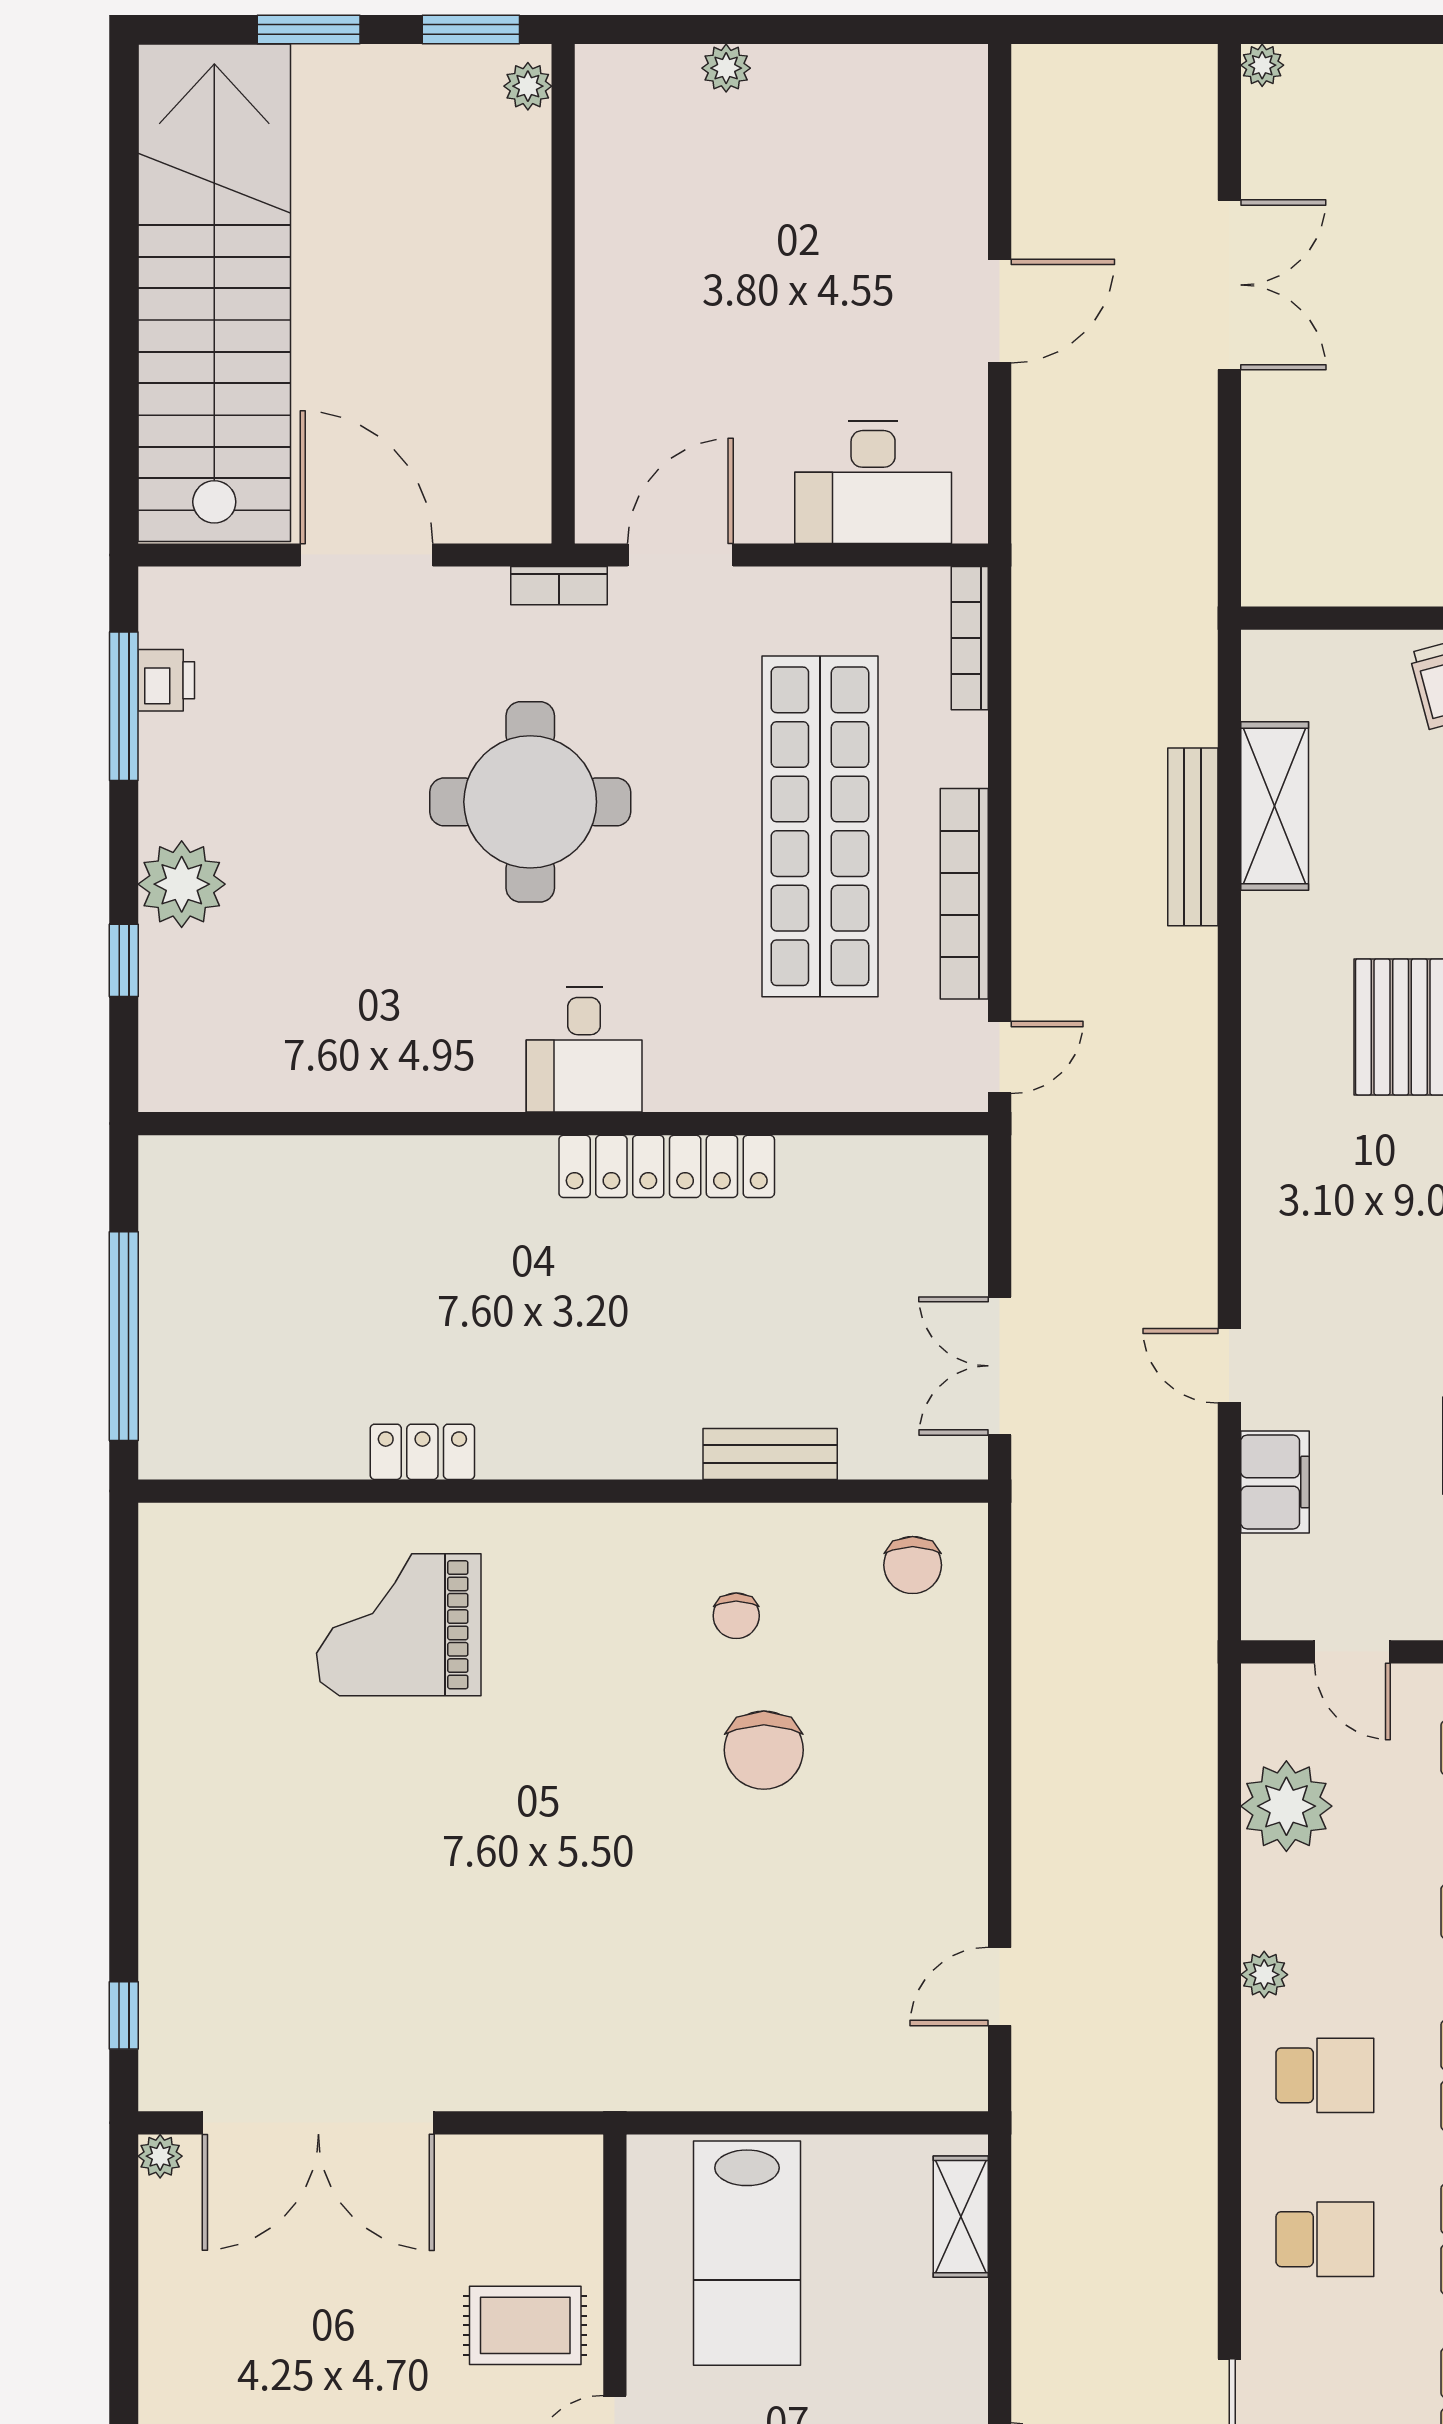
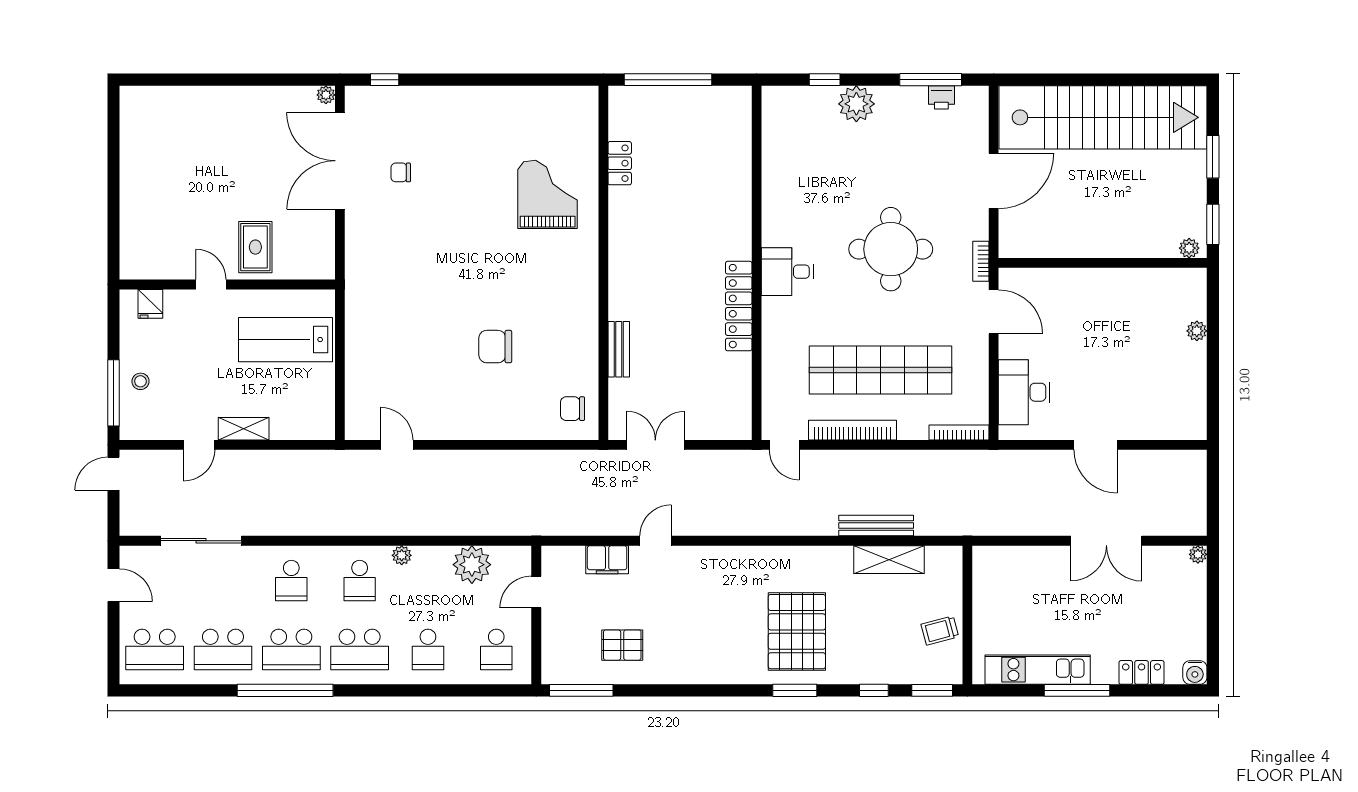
locker: (422, 1452) -> (620, 163), moved
chair: (736, 1616) -> (401, 172), moved
shelving: (961, 2217) -> (244, 429), moved

